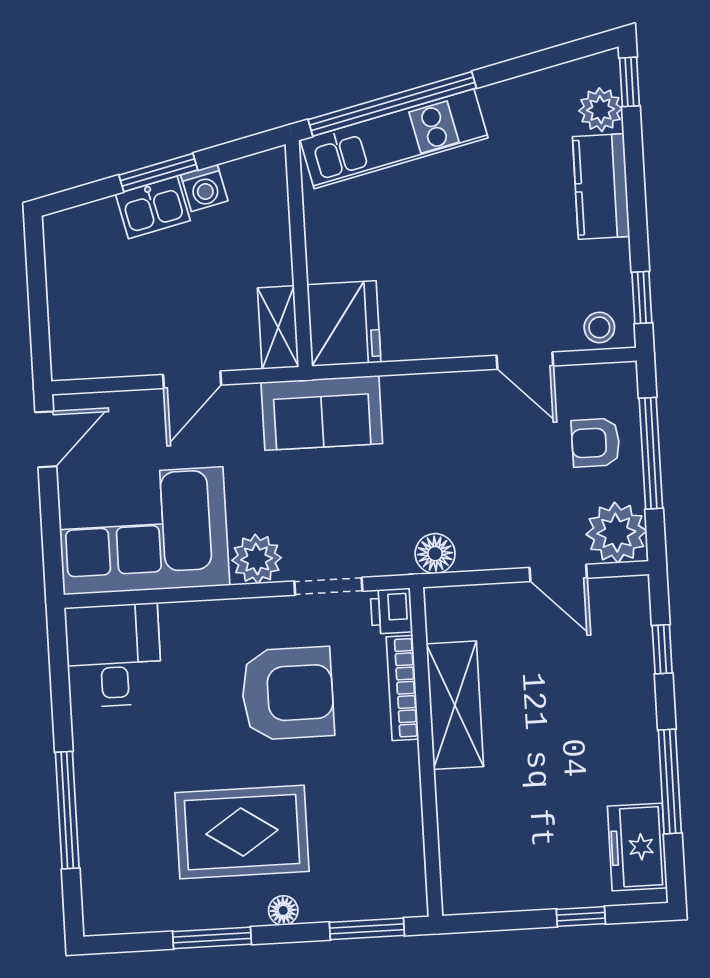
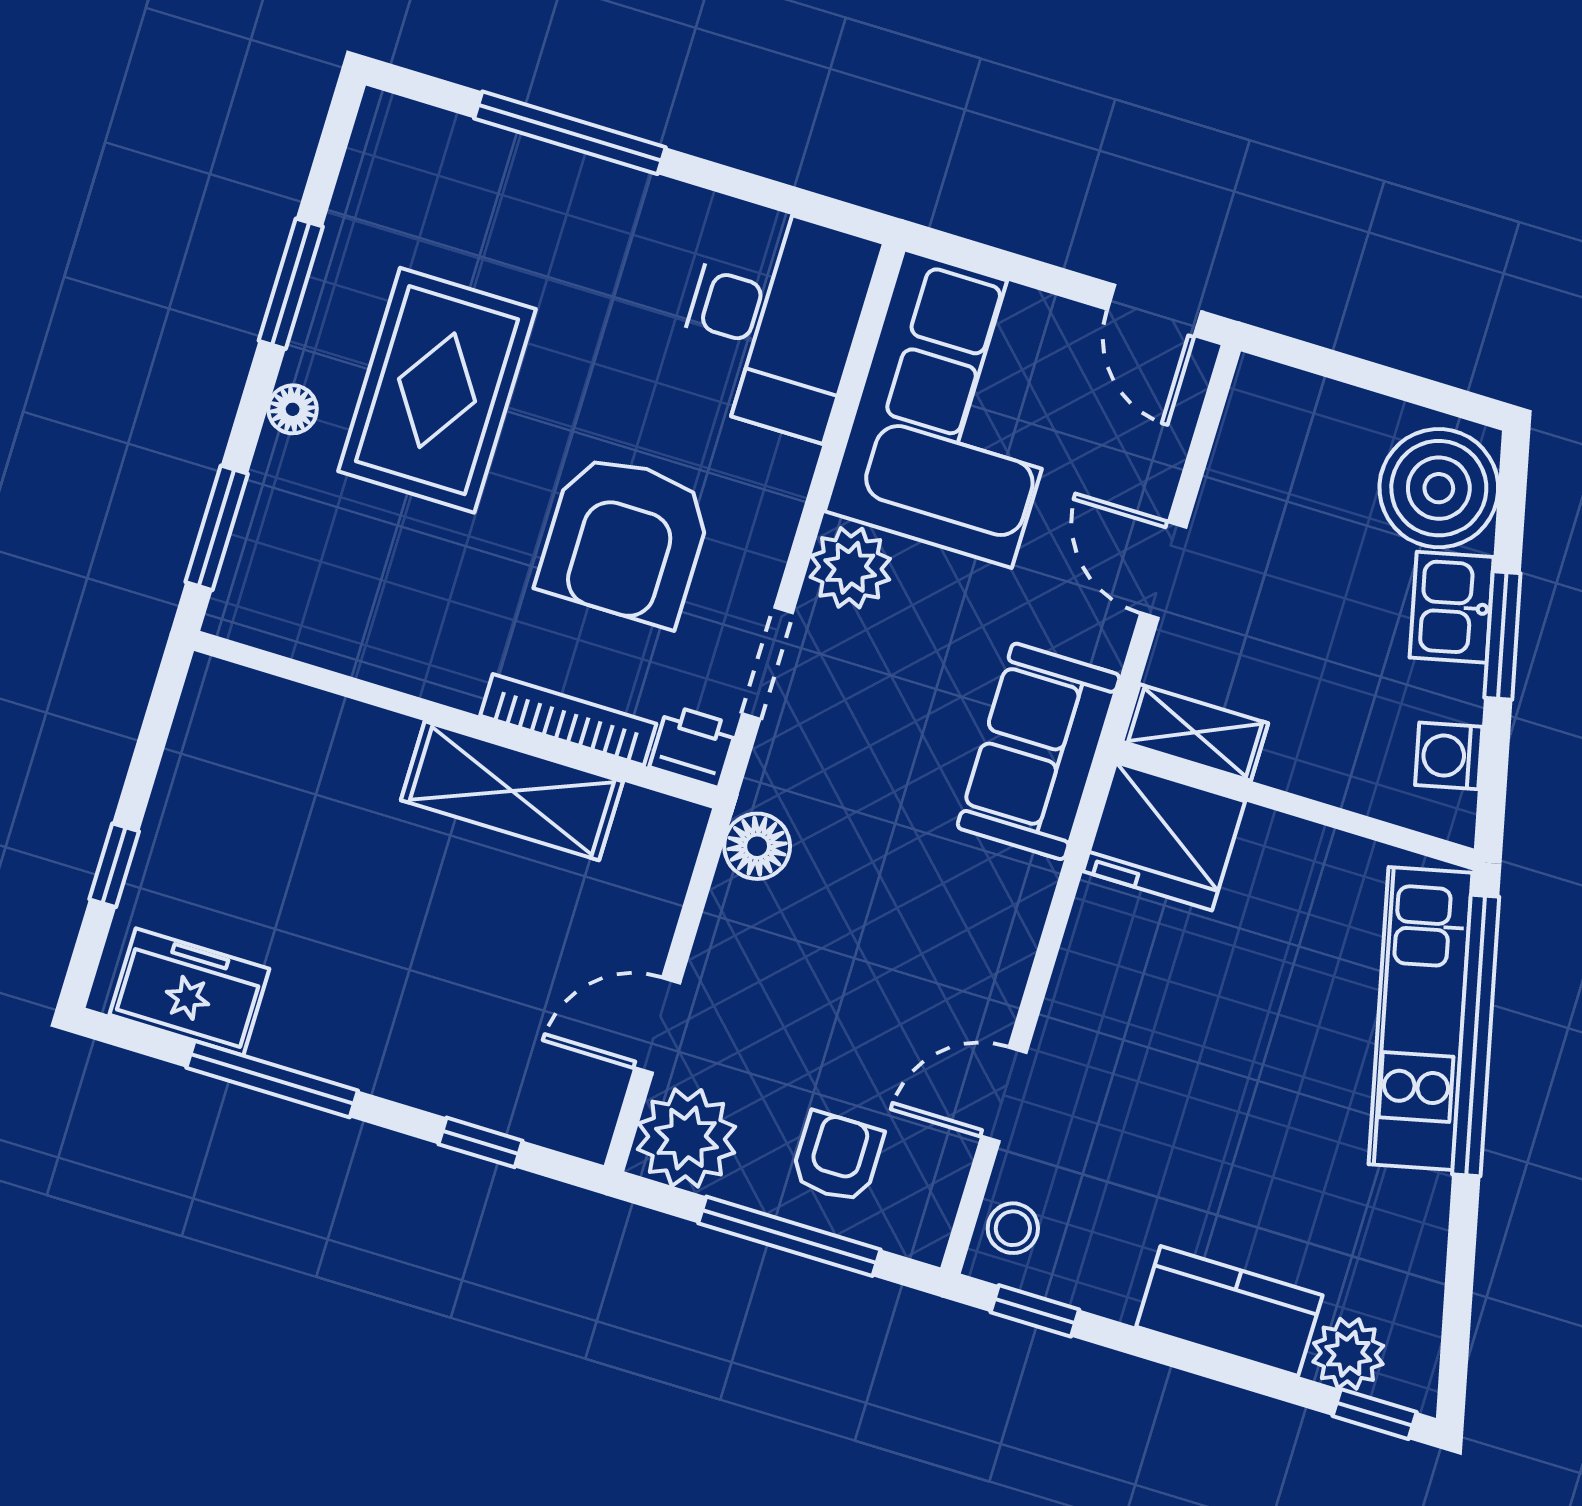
washing machine: (204, 188) -> (1449, 756), moved
boiler: (88, 240) -> (1439, 488), added
desk: (114, 655) -> (774, 320), width x1.37

